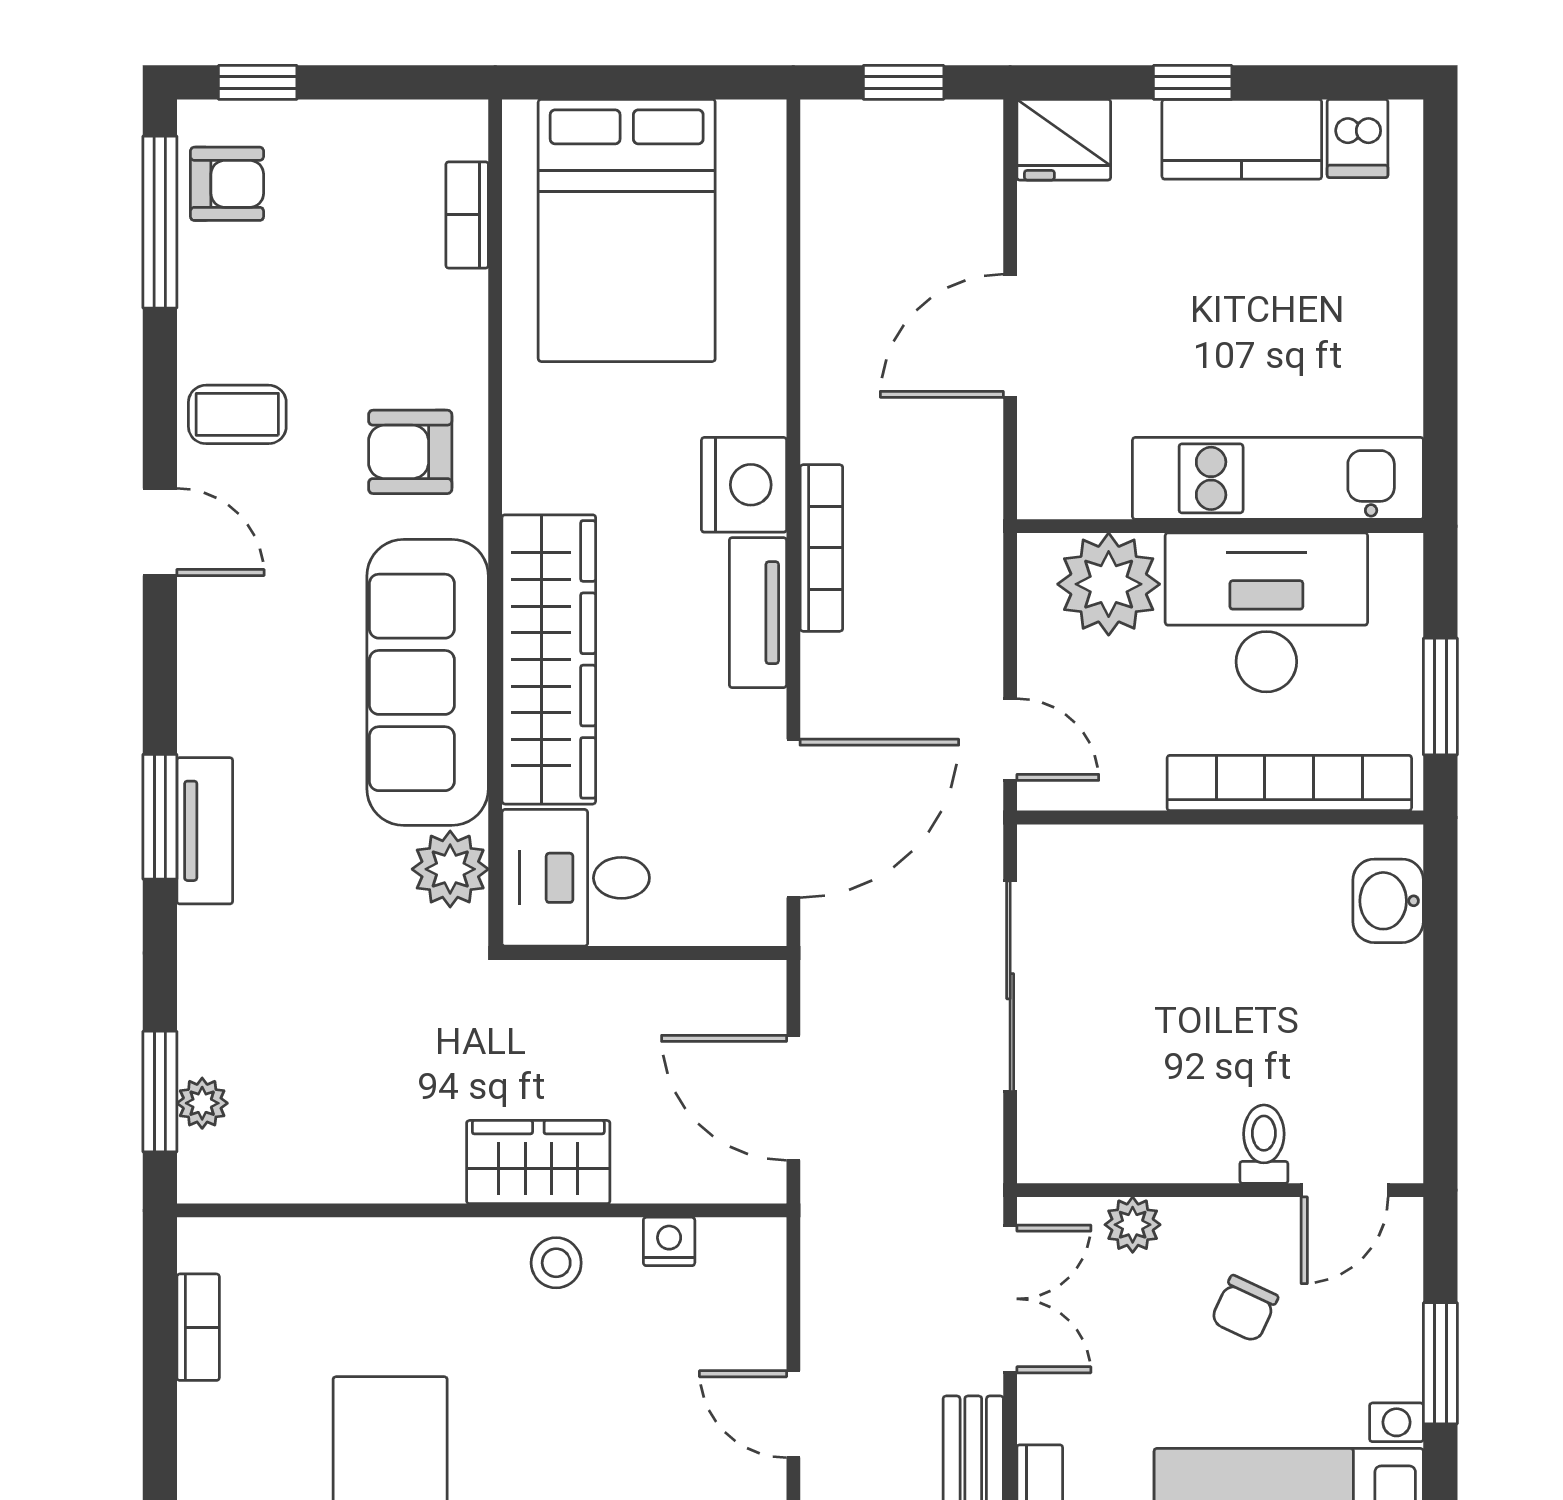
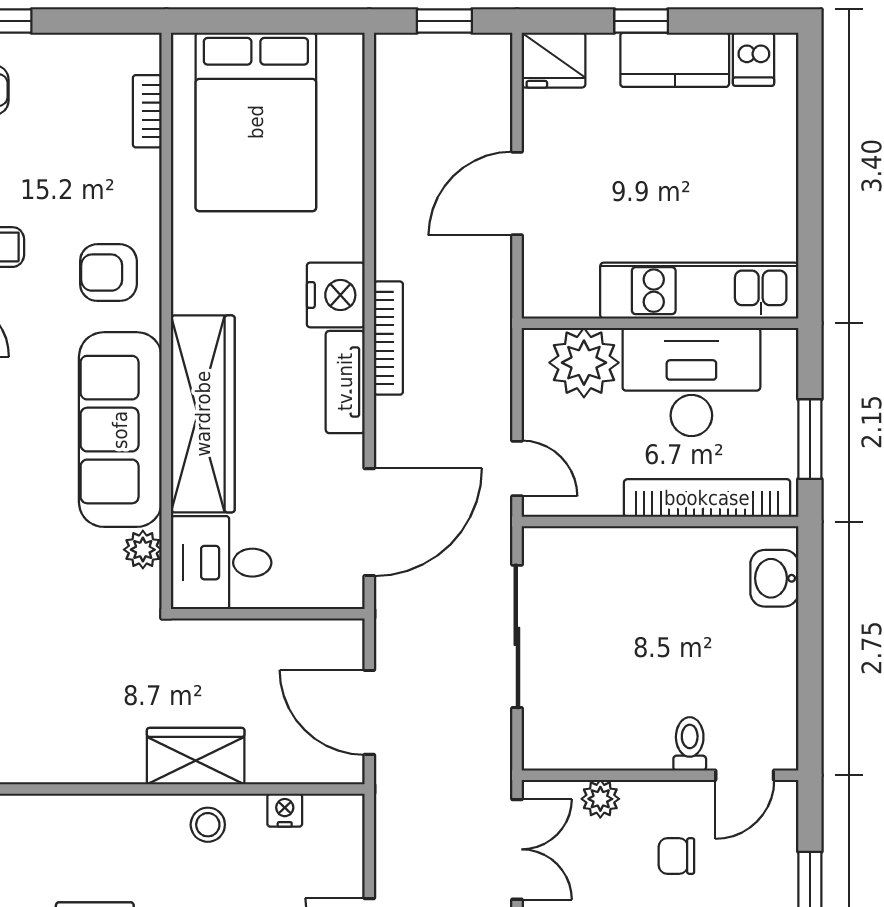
plant: (450, 869) -> (143, 550), width x0.73, depth x0.73
chair: (1244, 1309) -> (676, 856), turned 65

